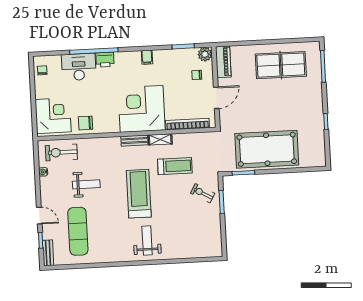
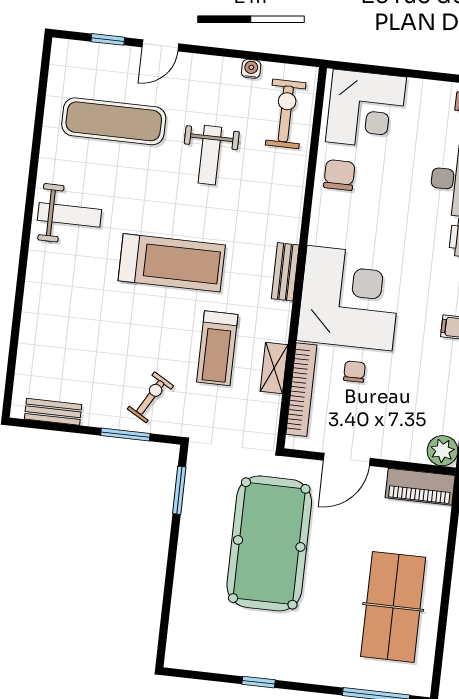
chair: (197, 75) -> (354, 372), moved
door: (216, 98) -> (347, 459), hinge flipped
shelving: (160, 139) -> (274, 368), moved
pool table: (267, 149) -> (269, 543), moved
weight bench: (147, 241) -> (70, 215), moved
bench: (48, 253) -> (53, 412), moved

